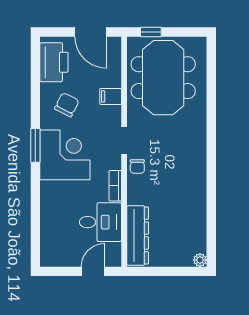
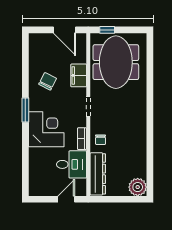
printer: (54, 62) -> (38, 51), removed
filing cabinet: (111, 96) -> (79, 75), width x2.00
corner desk: (65, 155) -> (46, 129), moved
chair: (137, 166) -> (101, 140), moved
plant: (200, 260) -> (138, 187), width x1.87, depth x1.87

